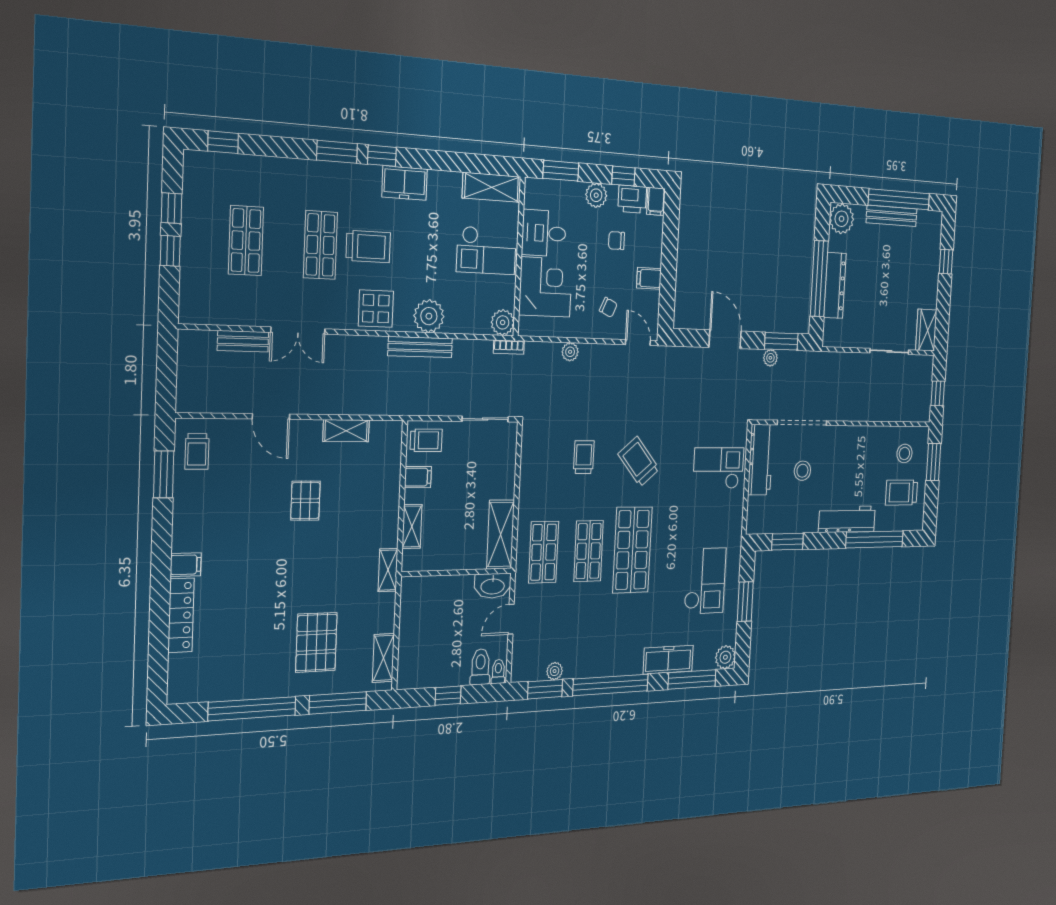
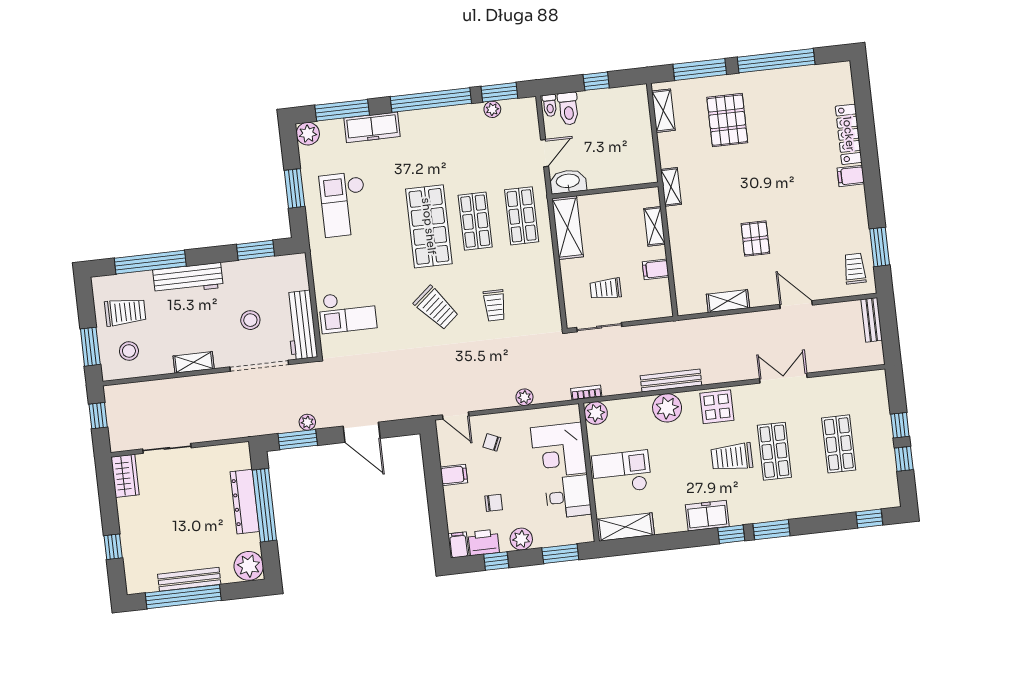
bench: (243, 341) -> (872, 320), moved, turned 90
shelving: (855, 434) -> (194, 362), added
trolley: (426, 440) -> (606, 289), moved

